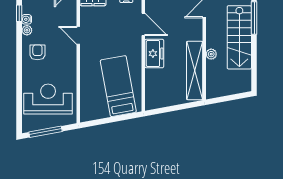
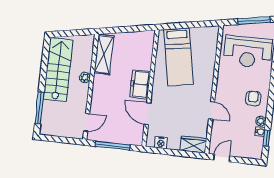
stairs: (239, 37) -> (58, 70), moved
armchair: (37, 52) -> (253, 98), turned 180
shelving: (195, 70) -> (104, 54), width x0.68

